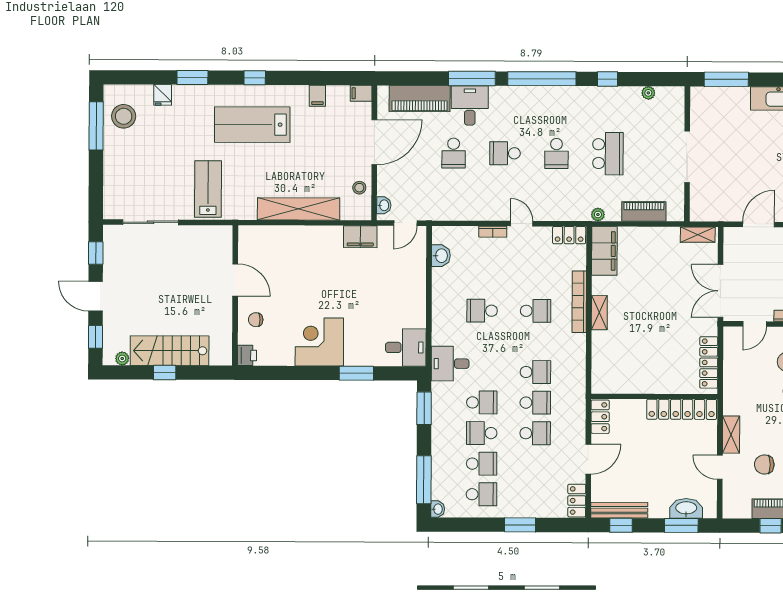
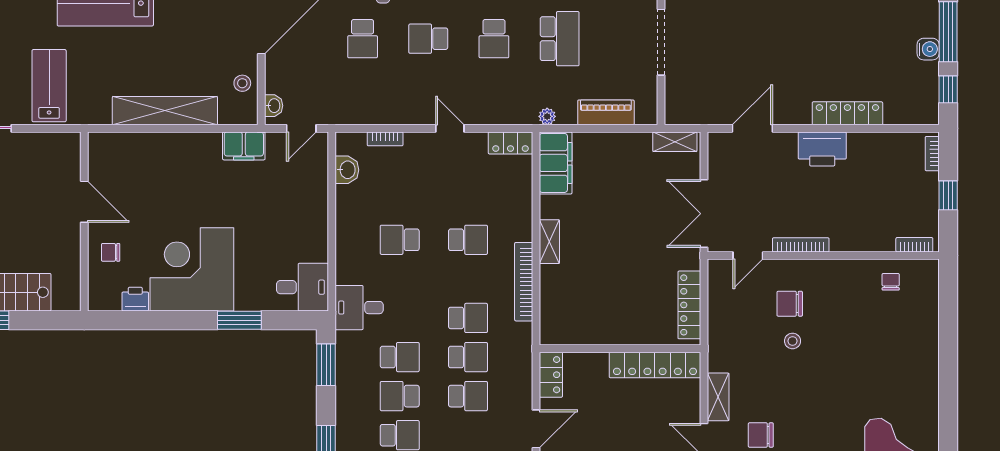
bookcase: (493, 232) -> (385, 139), moved
bookcase: (579, 302) -> (524, 282), moved
corner desk: (319, 342) -> (192, 269), width x1.36, depth x1.36
printer: (247, 355) -> (135, 299), moved, turned -90

